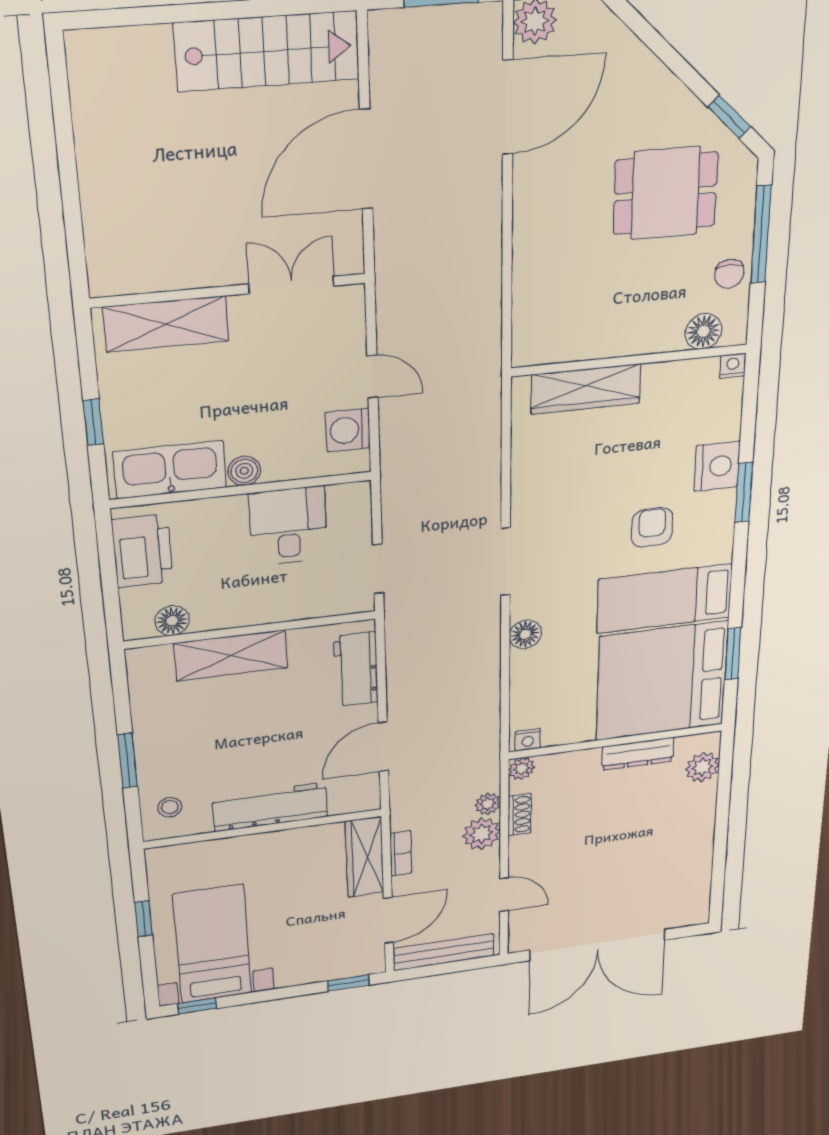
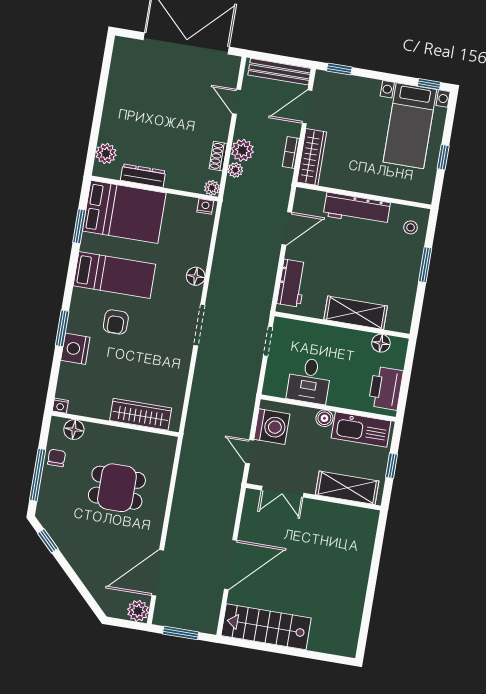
dining table: (665, 193) -> (117, 488), moved
double door: (291, 285) -> (283, 492), moved
wall: (229, 291) -> (313, 497), moved
shelving: (166, 324) -> (347, 488), moved
washing machine: (348, 430) -> (272, 427), width x1.37, depth x1.37
bed: (662, 681) -> (124, 212), width x0.73

